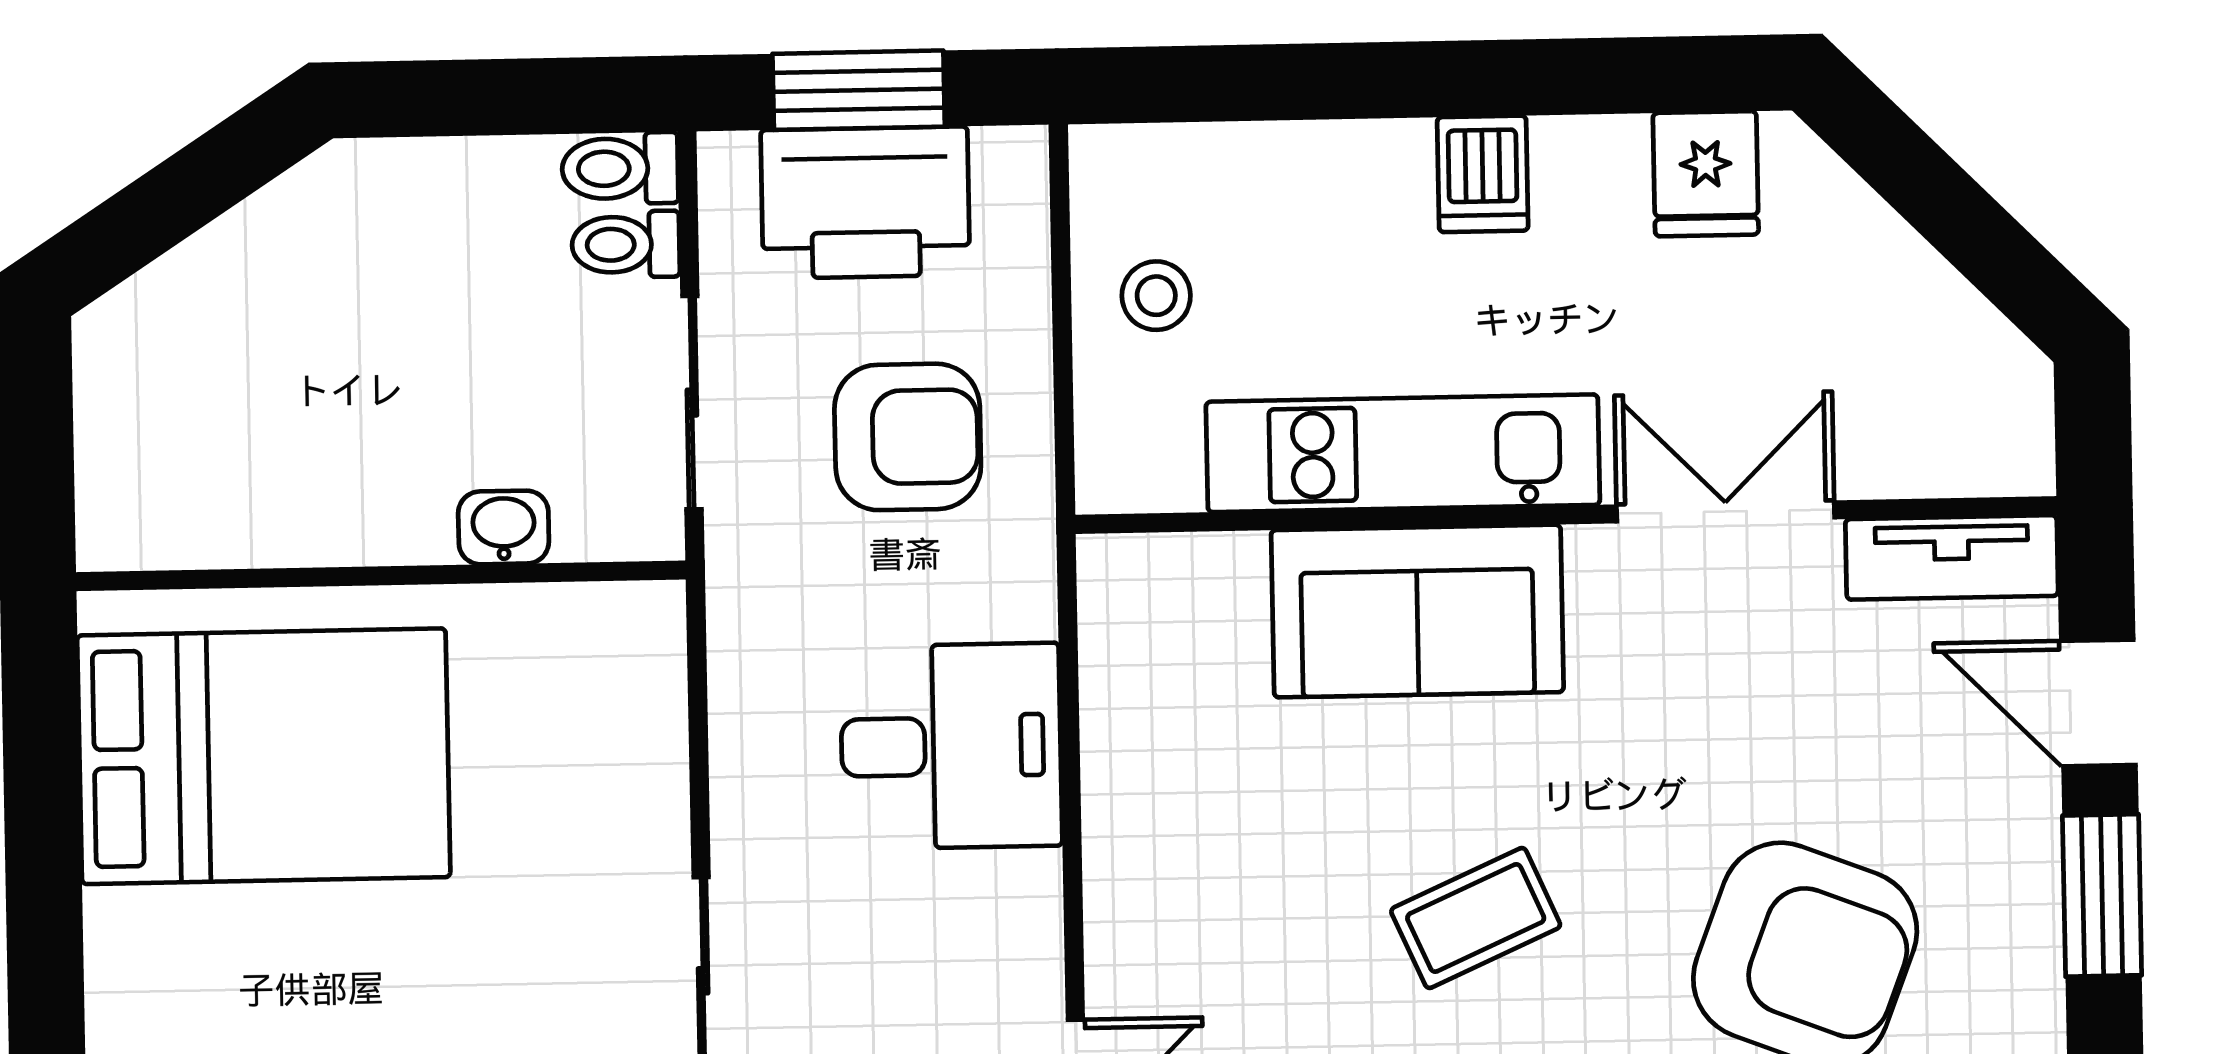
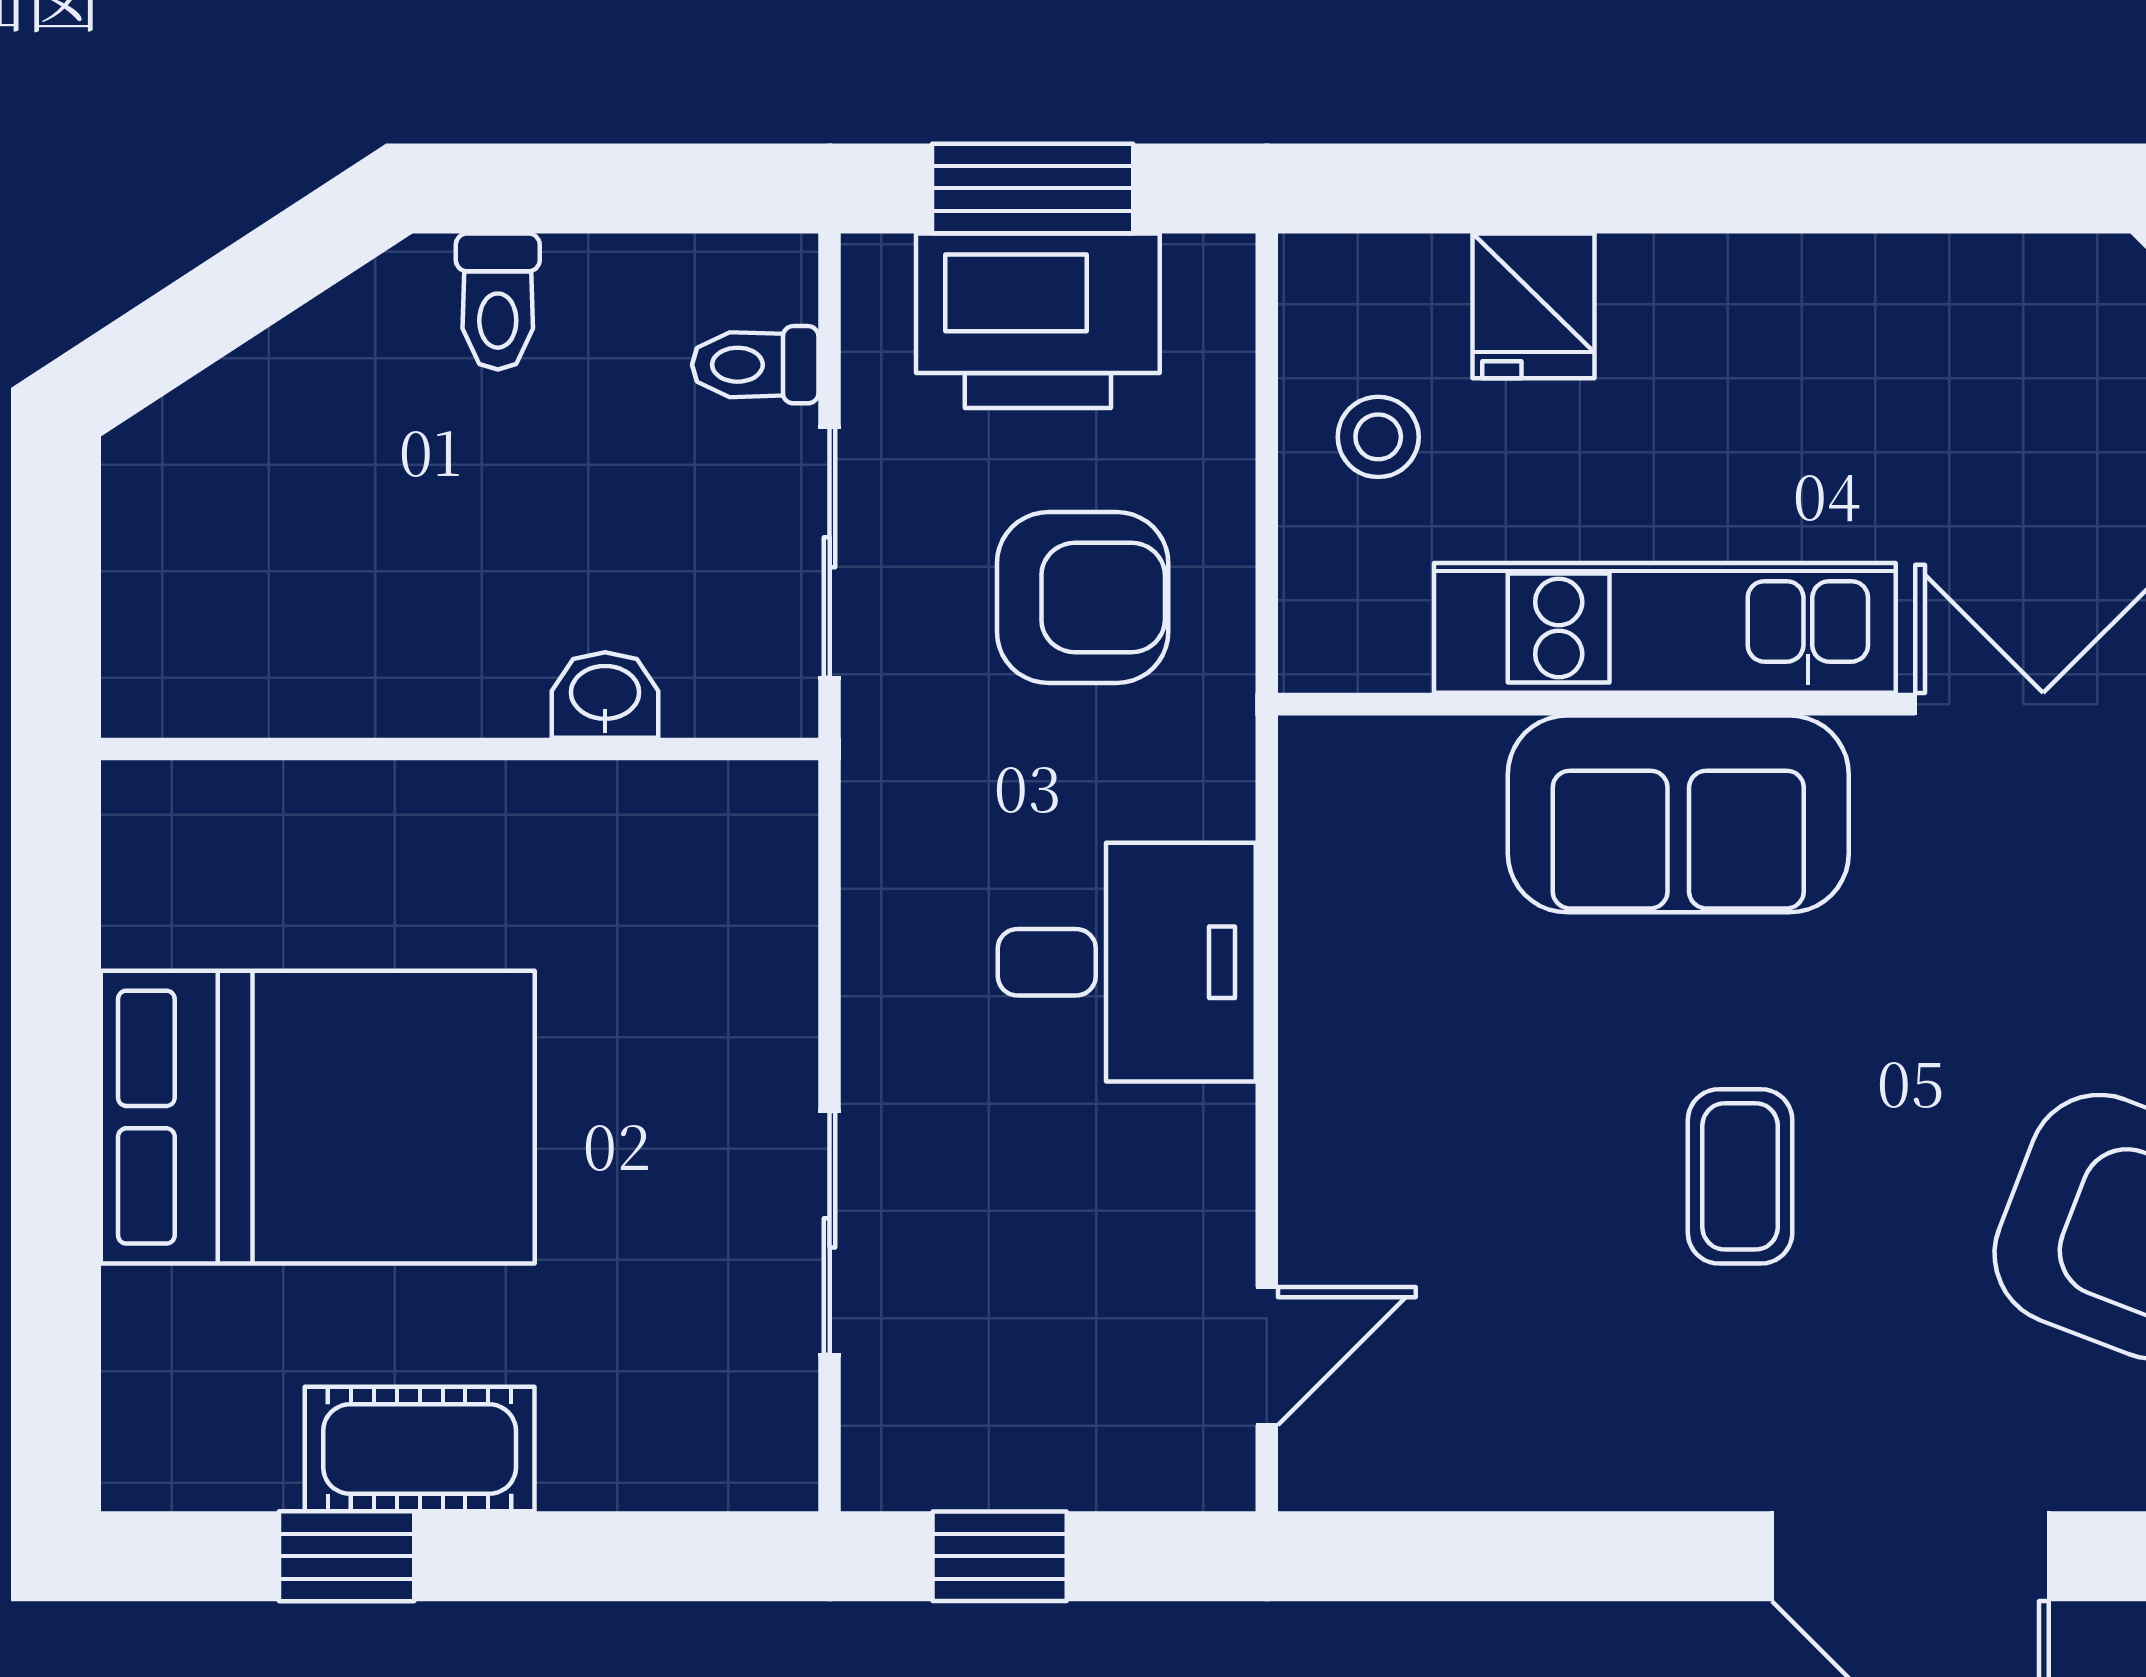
toilet: (620, 168) -> (498, 301), moved, turned -90
dishwasher: (1483, 174) -> (1765, 301), removed
fridge: (1706, 174) -> (1533, 306), moved
bed: (264, 756) -> (318, 1117), moved
coffee table: (1476, 918) -> (1740, 1176), turned -66

